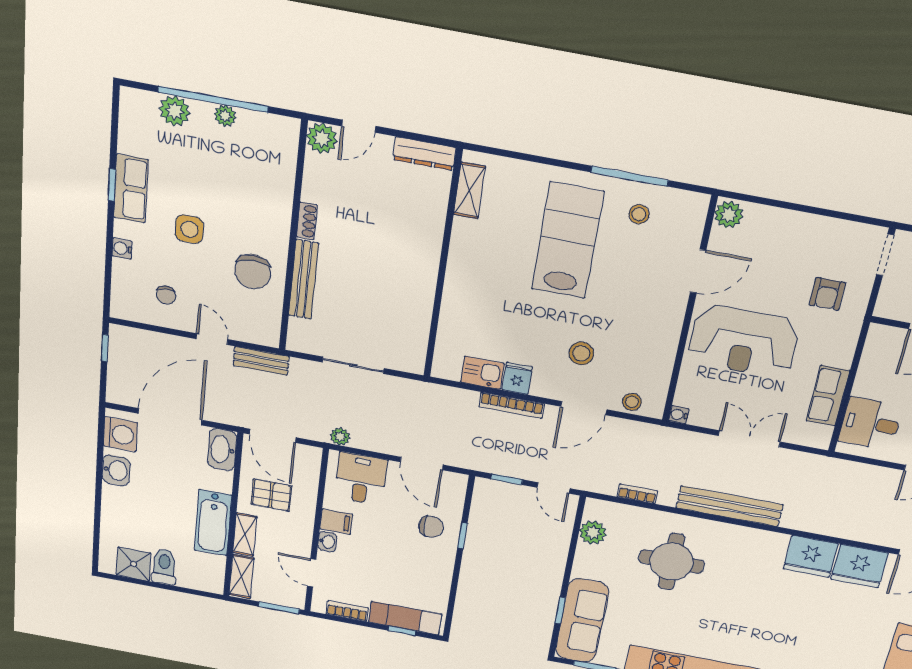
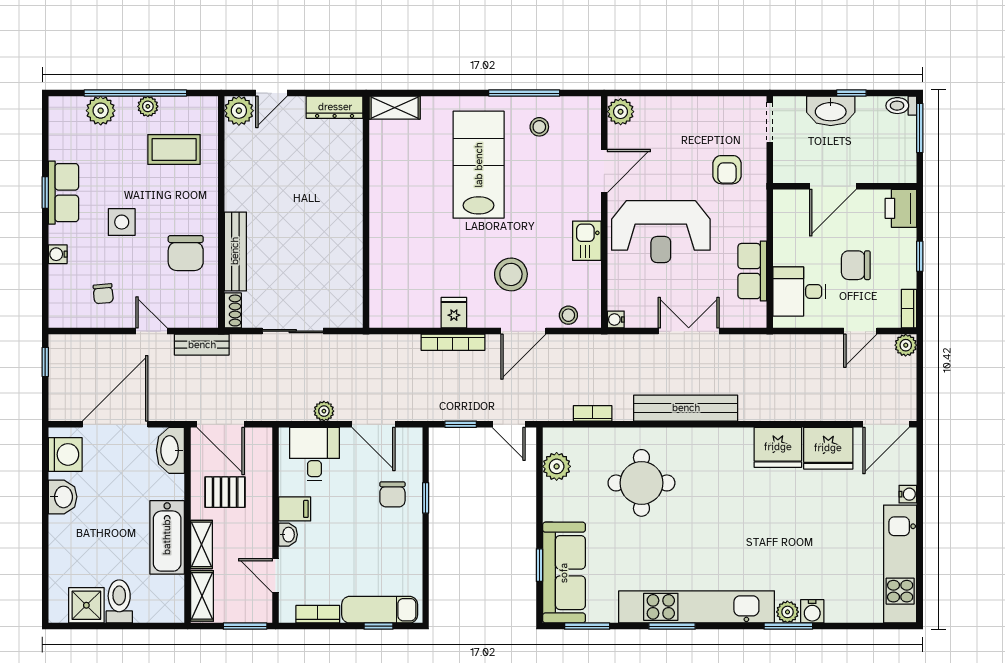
coffee table: (249, 166) -> (174, 149), added
shelving: (469, 190) -> (395, 108), moved, turned 90
shoe rack: (307, 221) -> (233, 310), moved
stool: (581, 353) -> (511, 274), width x1.38, depth x1.38
kitchen sink: (482, 373) -> (587, 241), moved, turned -90
plant: (340, 437) -> (324, 411), moved
chair: (431, 527) -> (392, 494), turned 90

